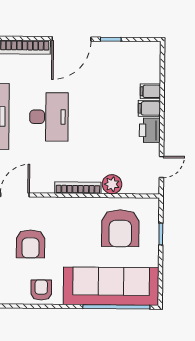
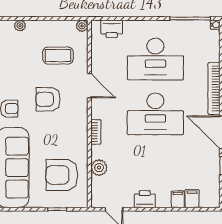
filing cabinet: (149, 108) -> (192, 199), moved
desk: (49, 117) -> (155, 114), width x1.36, depth x1.30
bookcase: (78, 188) -> (96, 132), width x0.64

